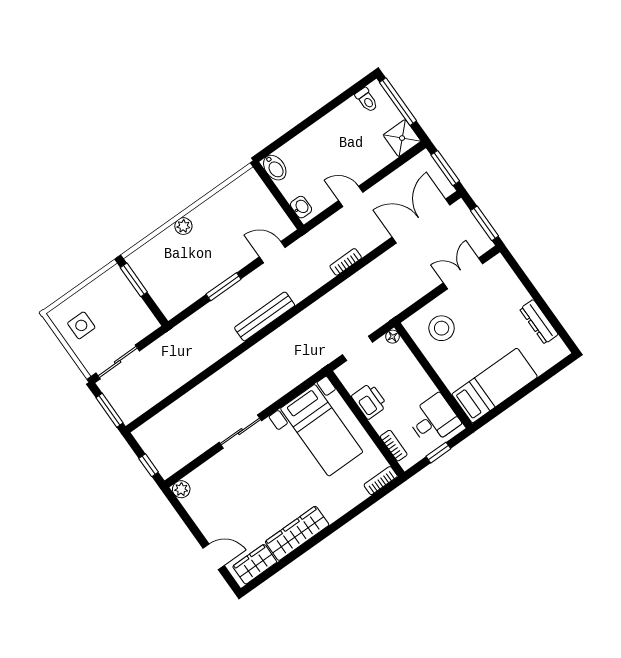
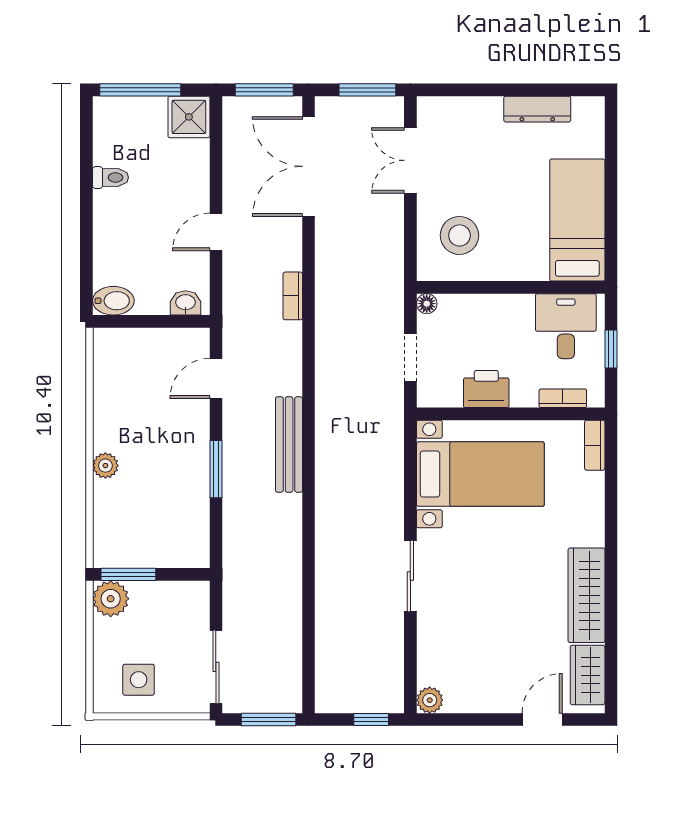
toilet: (367, 100) -> (110, 177), moved
plant: (114, 280) -> (111, 599), added

